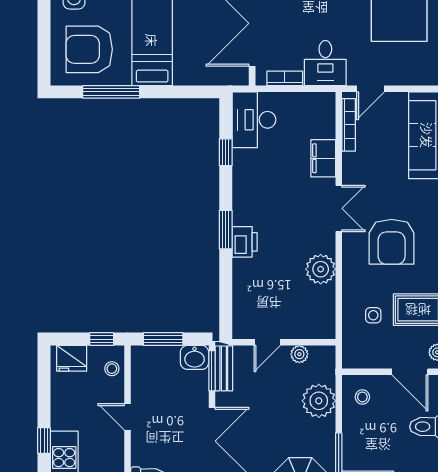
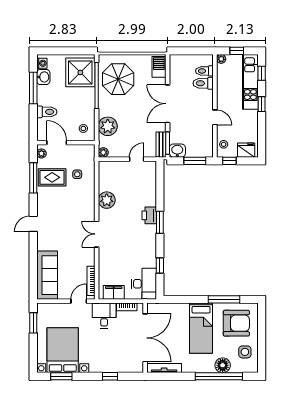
filing cabinet: (323, 158) -> (114, 292), moved, turned -90
armchair: (392, 242) -> (67, 215), removed
plant: (299, 354) -> (103, 152), moved

